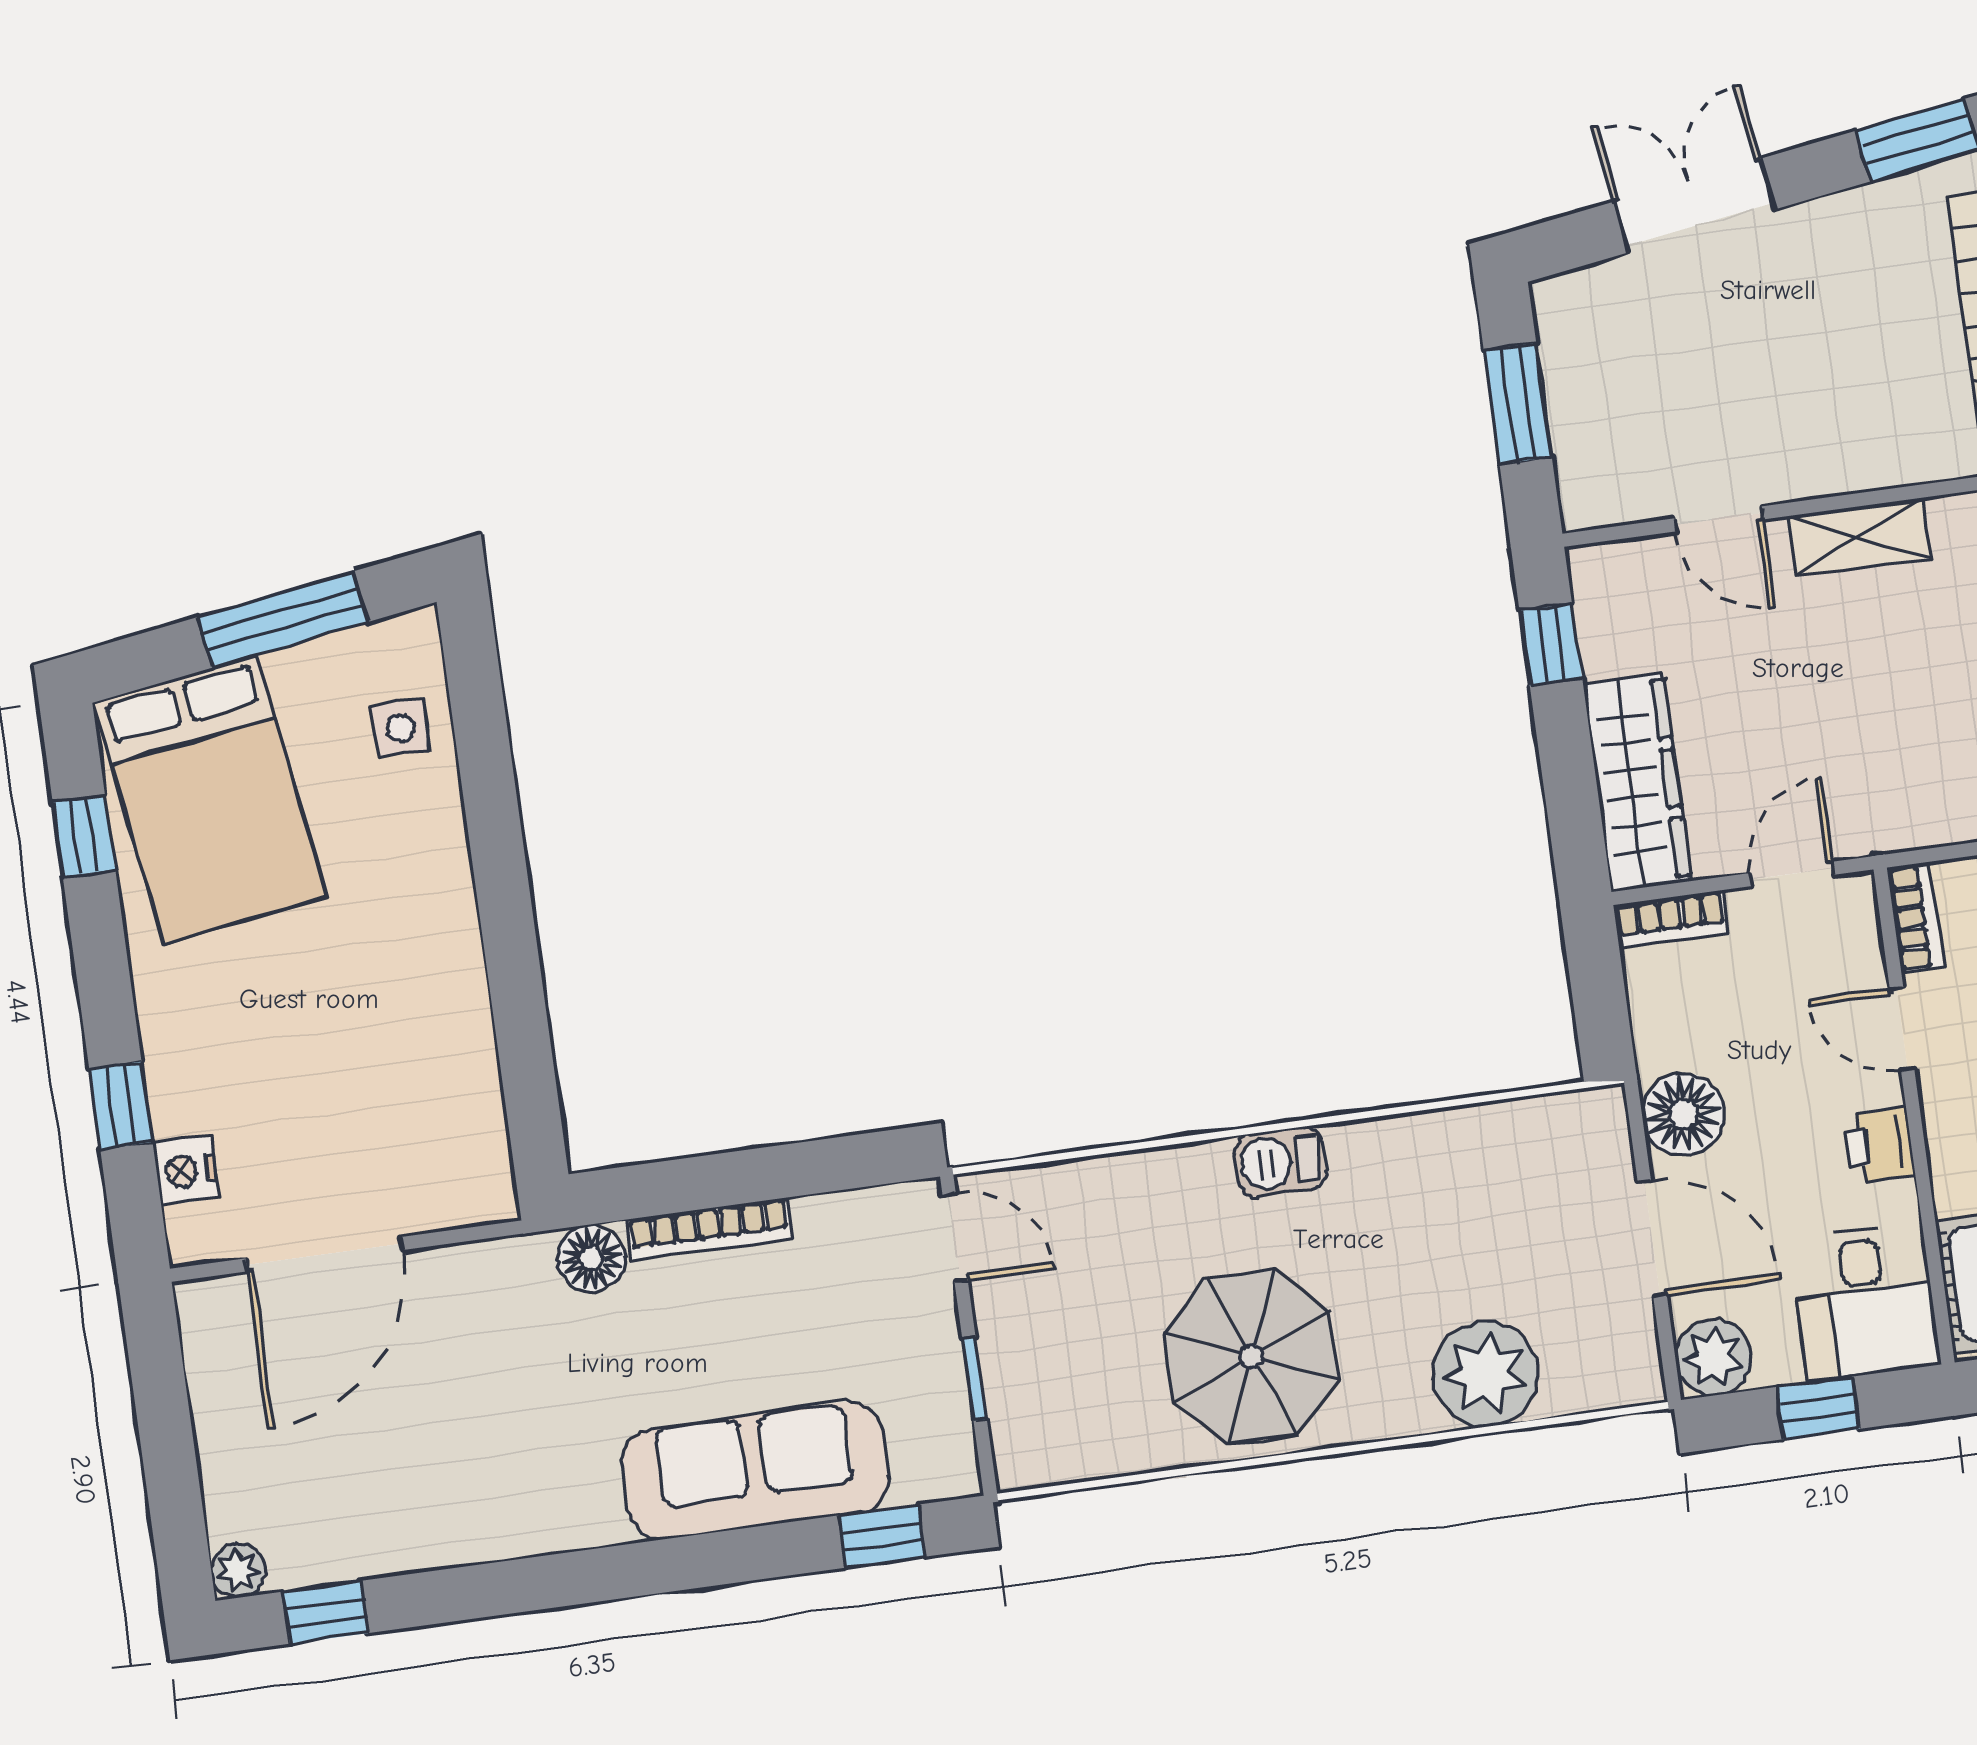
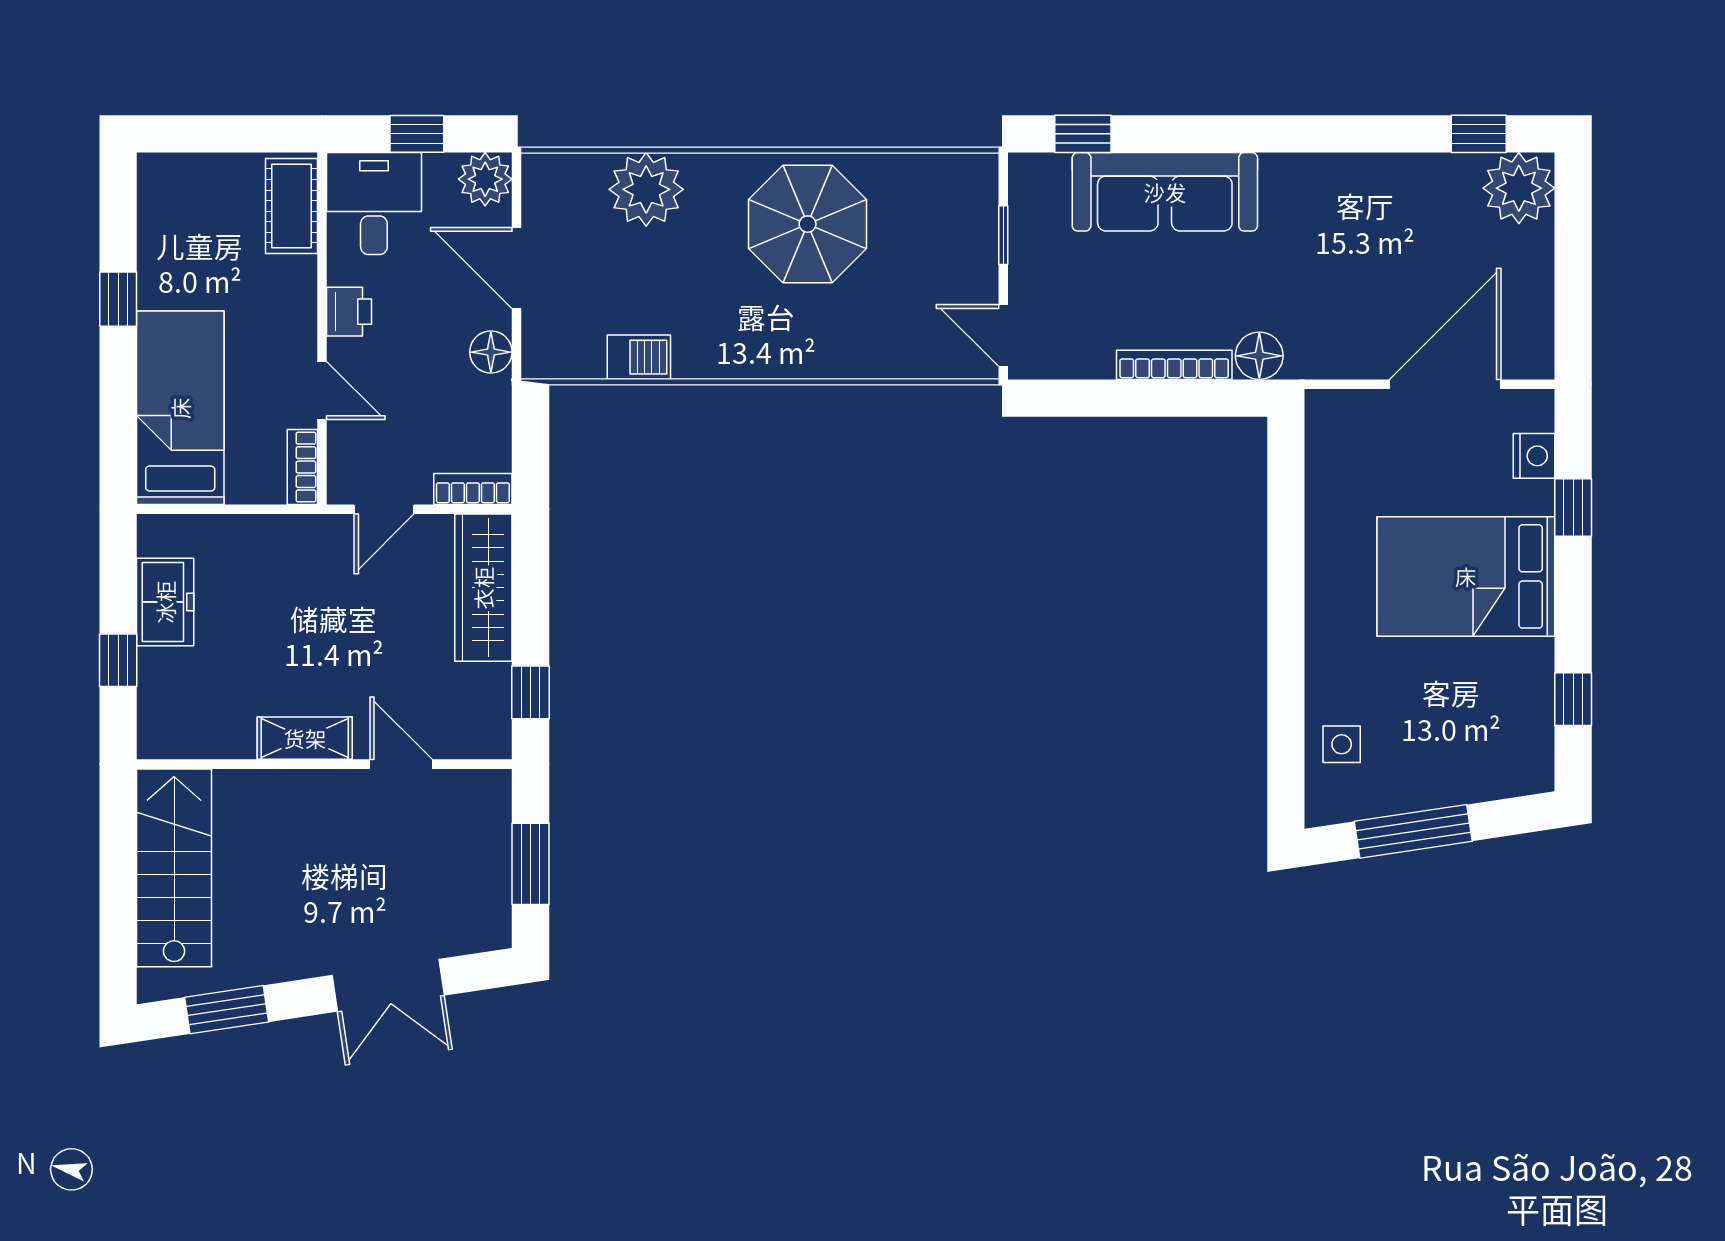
bed: (210, 799) -> (1466, 576), moved, turned -81
floor lamp: (1683, 1114) -> (491, 352), width x0.73, depth x0.73
barbecue: (1280, 1162) -> (639, 357), moved
plant: (238, 1570) -> (1519, 188), width x1.88, depth x1.88

